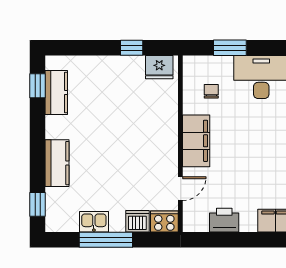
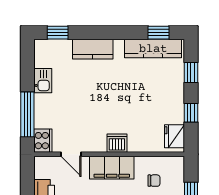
window: (84, 48) -> (191, 72), added
kitchen counter: (56, 92) -> (153, 49), width x1.50
dishwasher: (137, 221) -> (117, 143), moved, turned -90
window: (106, 240) -> (27, 114), moved

